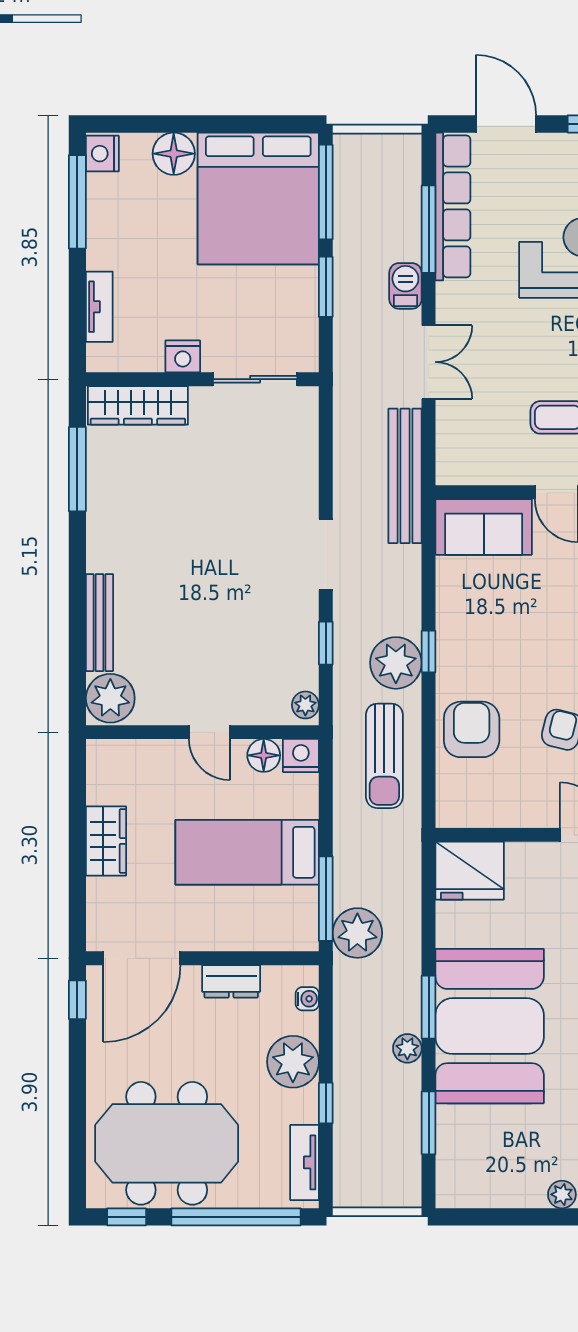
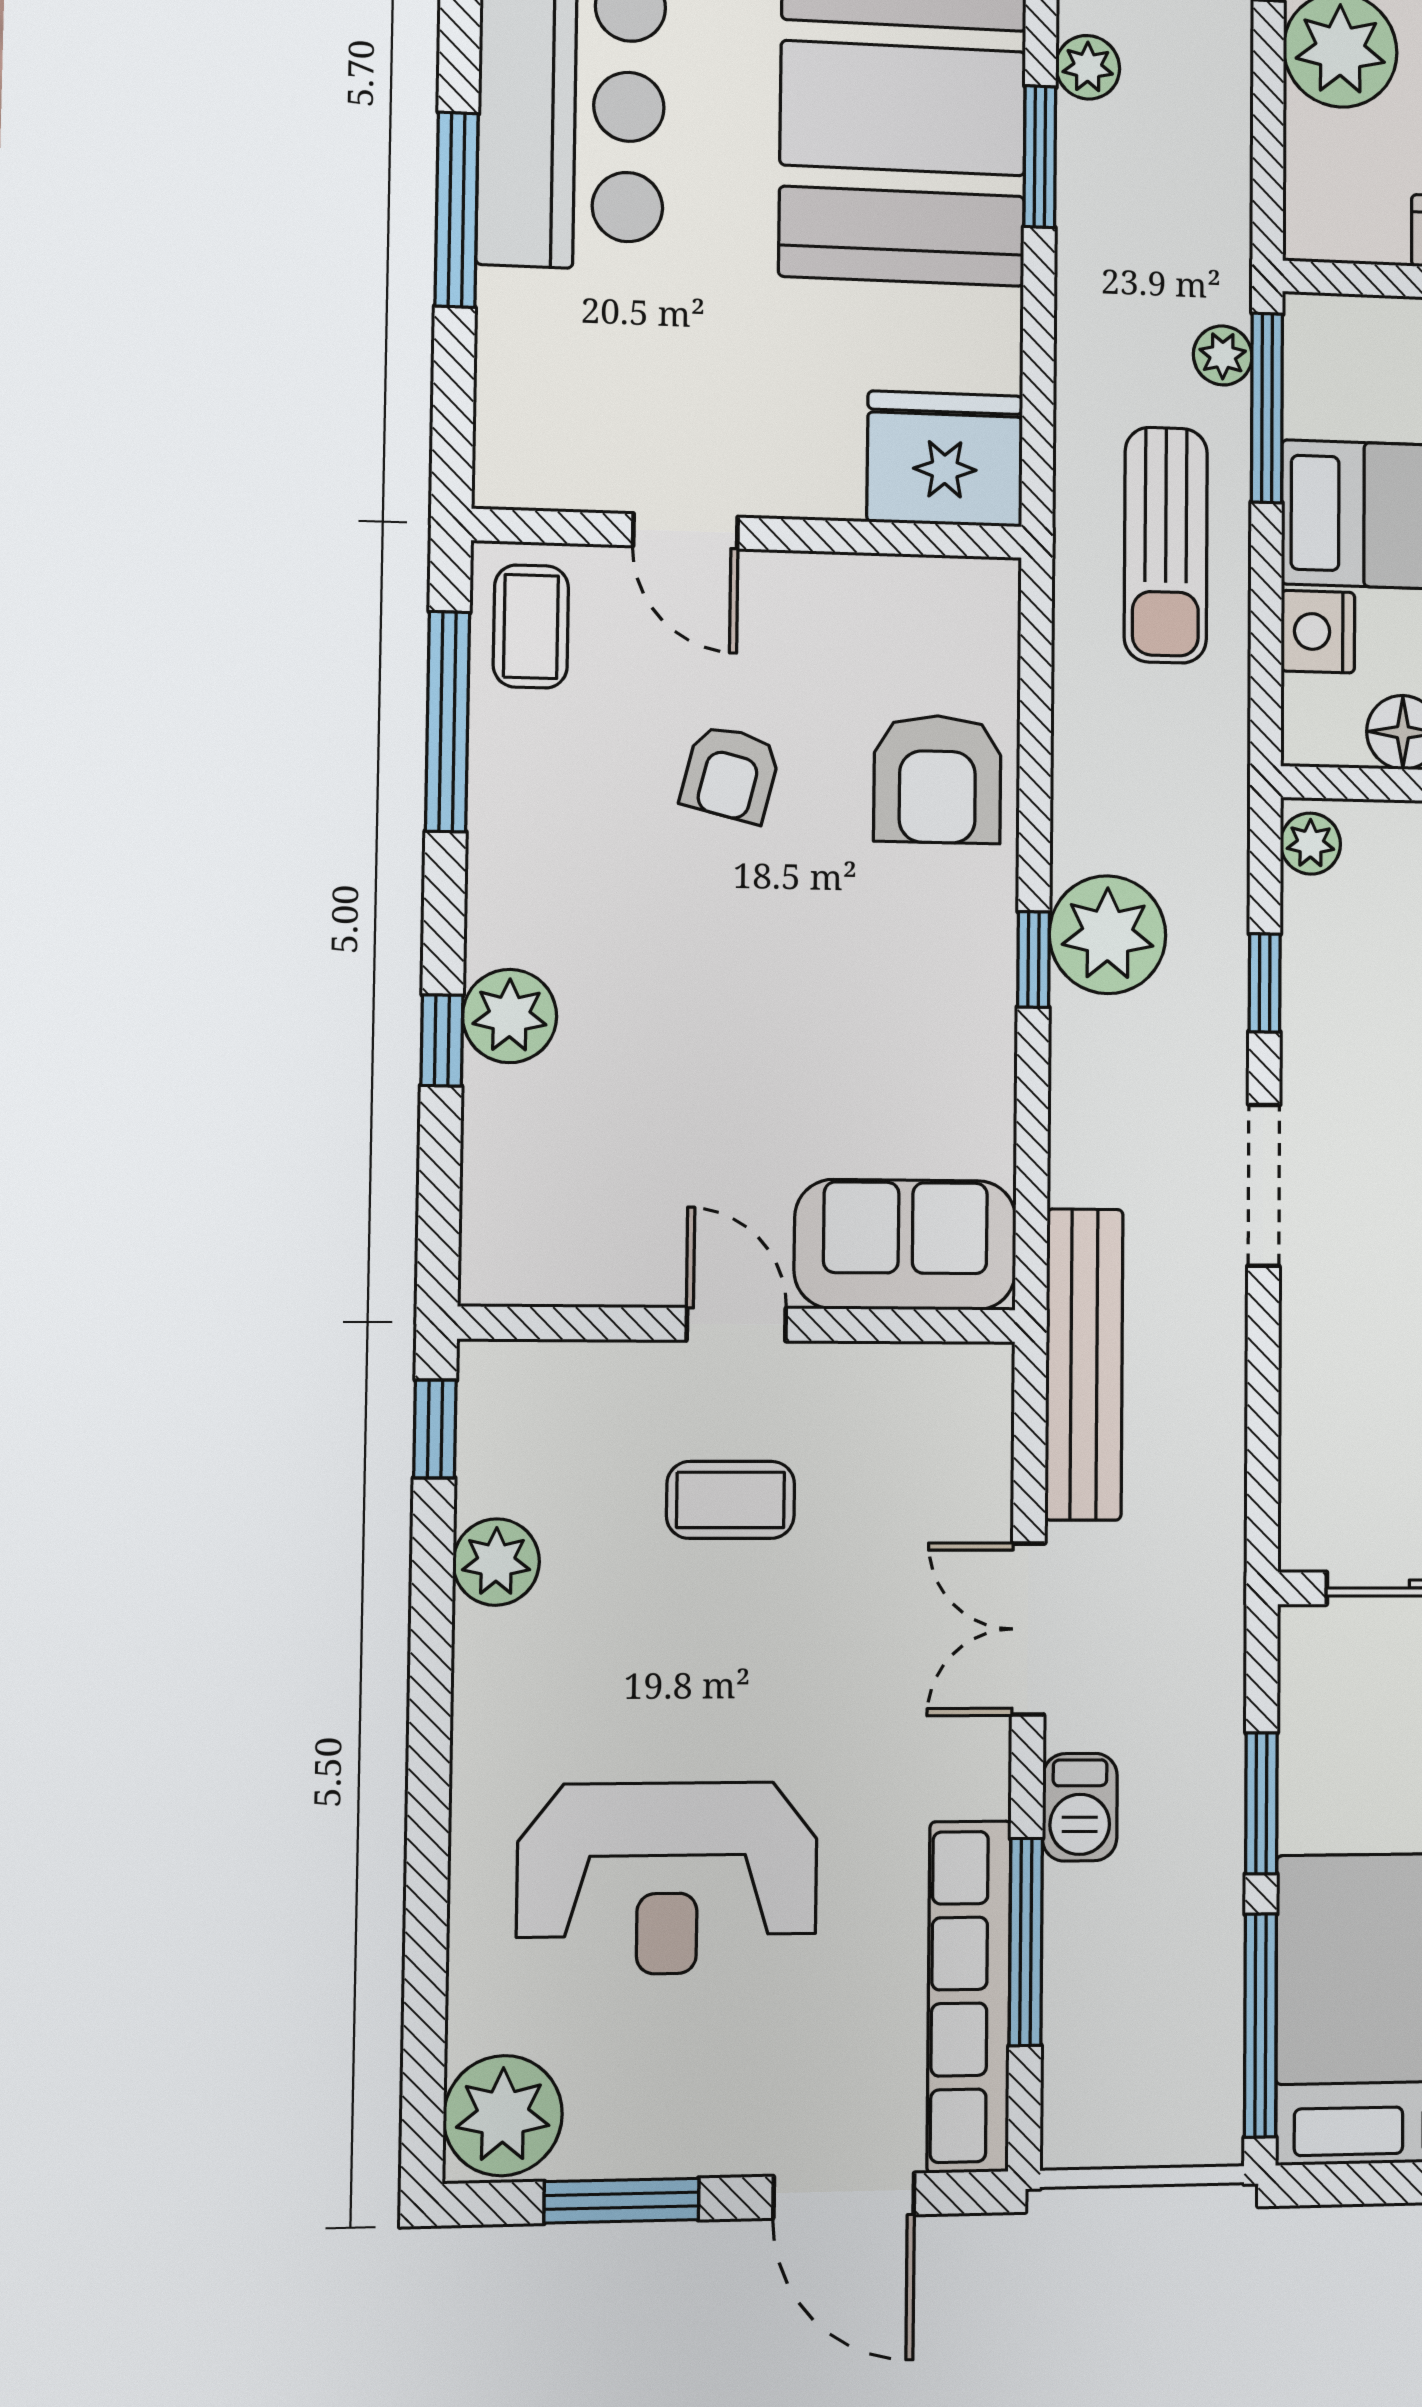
nightstand: (301, 756) -> (1318, 632), moved, turned 90
sun lounger: (384, 756) -> (1166, 545), moved, turned 180
plant: (357, 933) -> (1223, 355), width x0.53, depth x0.53
water cooler: (307, 999) -> (1309, 187), removed

